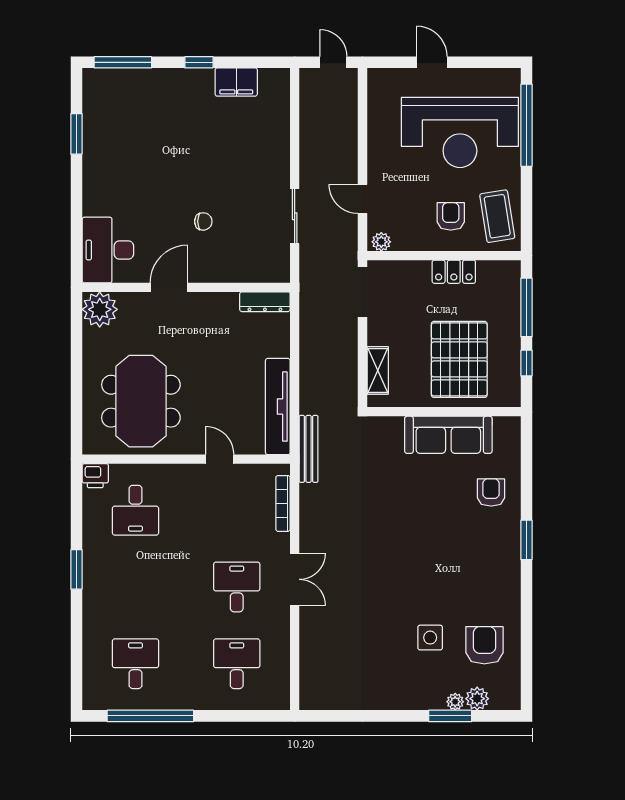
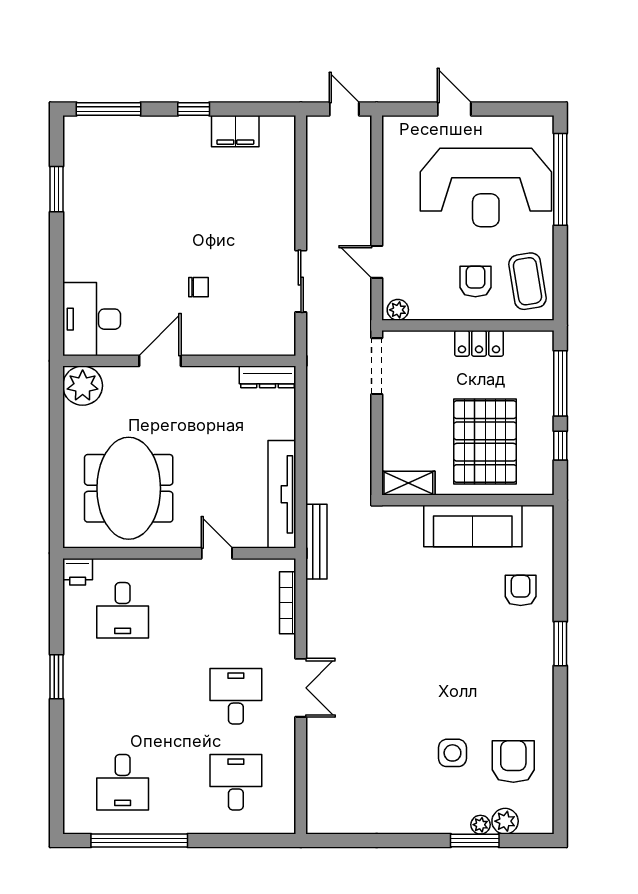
shelving: (378, 370) -> (408, 483), moved, turned 90
desk: (135, 664) -> (123, 782), turned 180

